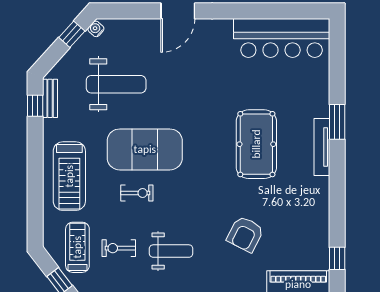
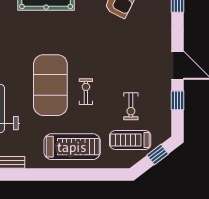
window: (35, 106) -> (15, 174), removed
weight bench: (171, 251) -> (133, 64), removed

